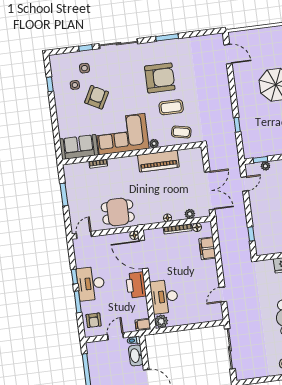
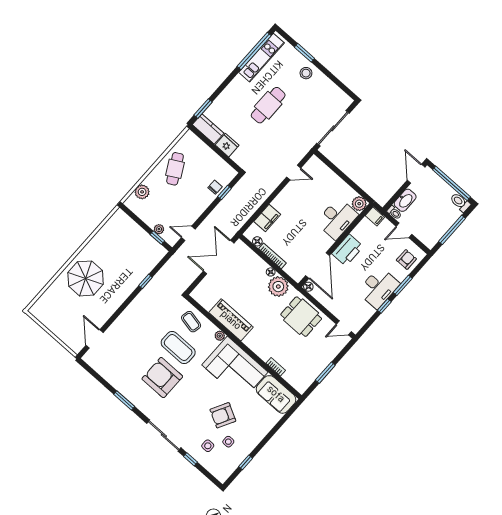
coffee table: (171, 107) -> (178, 348), width x1.36, depth x1.32
plant: (190, 214) -> (278, 287), moved, width x1.87, depth x1.87
chair: (261, 231) -> (215, 187), added

